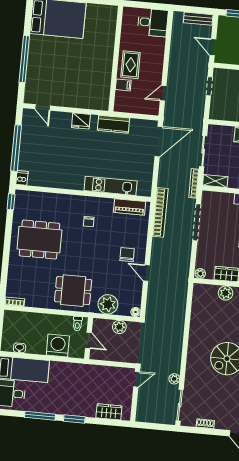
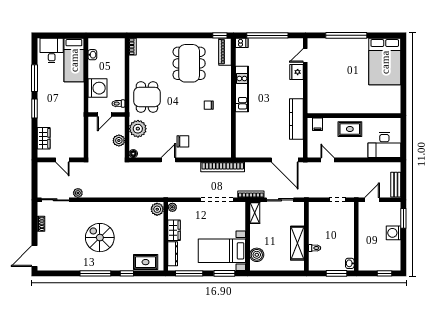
desk: (153, 22) -> (384, 145), width x1.37
filing cabinet: (123, 85) -> (317, 124), moved
fridge: (81, 121) -> (296, 72), moved
kitchen counter: (114, 124) -> (296, 119), width x1.50
kitchen unit: (111, 186) -> (242, 89), moved
piano: (130, 207) -> (225, 52), moved
plant: (226, 293) -> (157, 209), moved
door: (137, 379) -> (62, 160), moved

